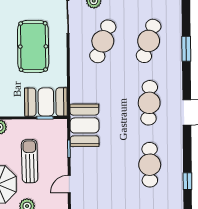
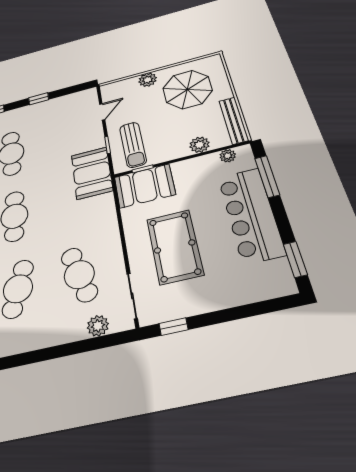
cafe table: (103, 41) -> (79, 275), turned -36
sun lounger: (30, 161) -> (133, 145), moved

